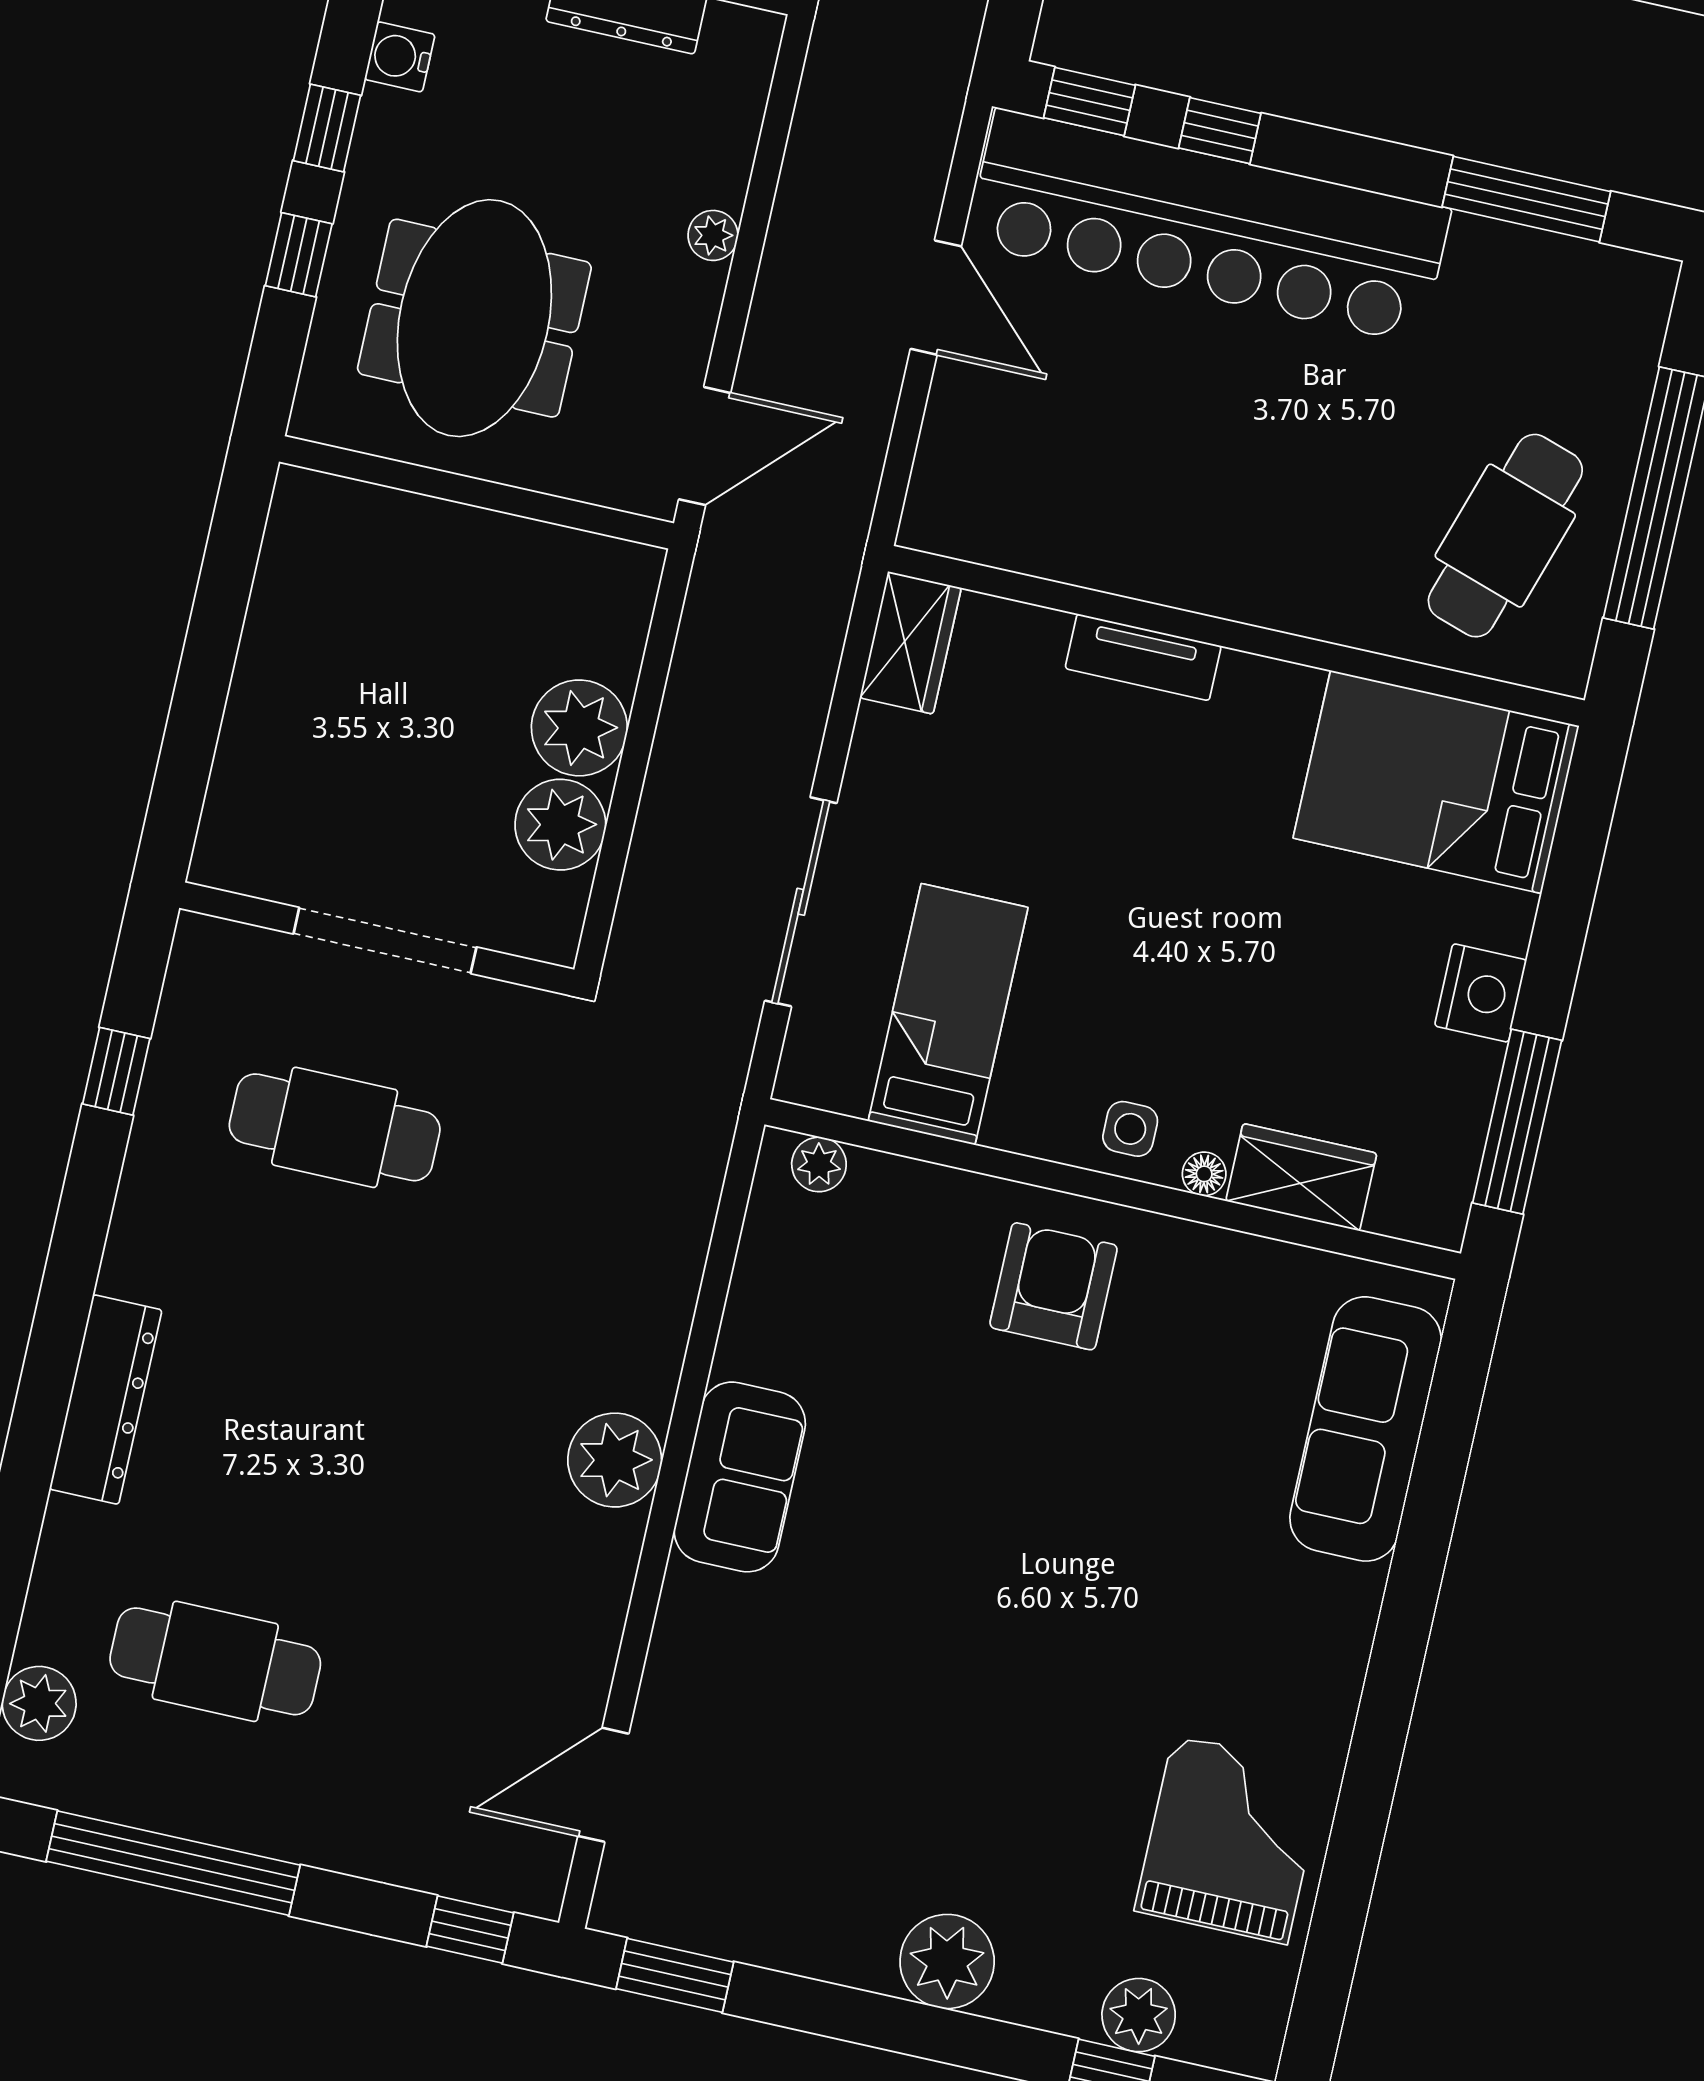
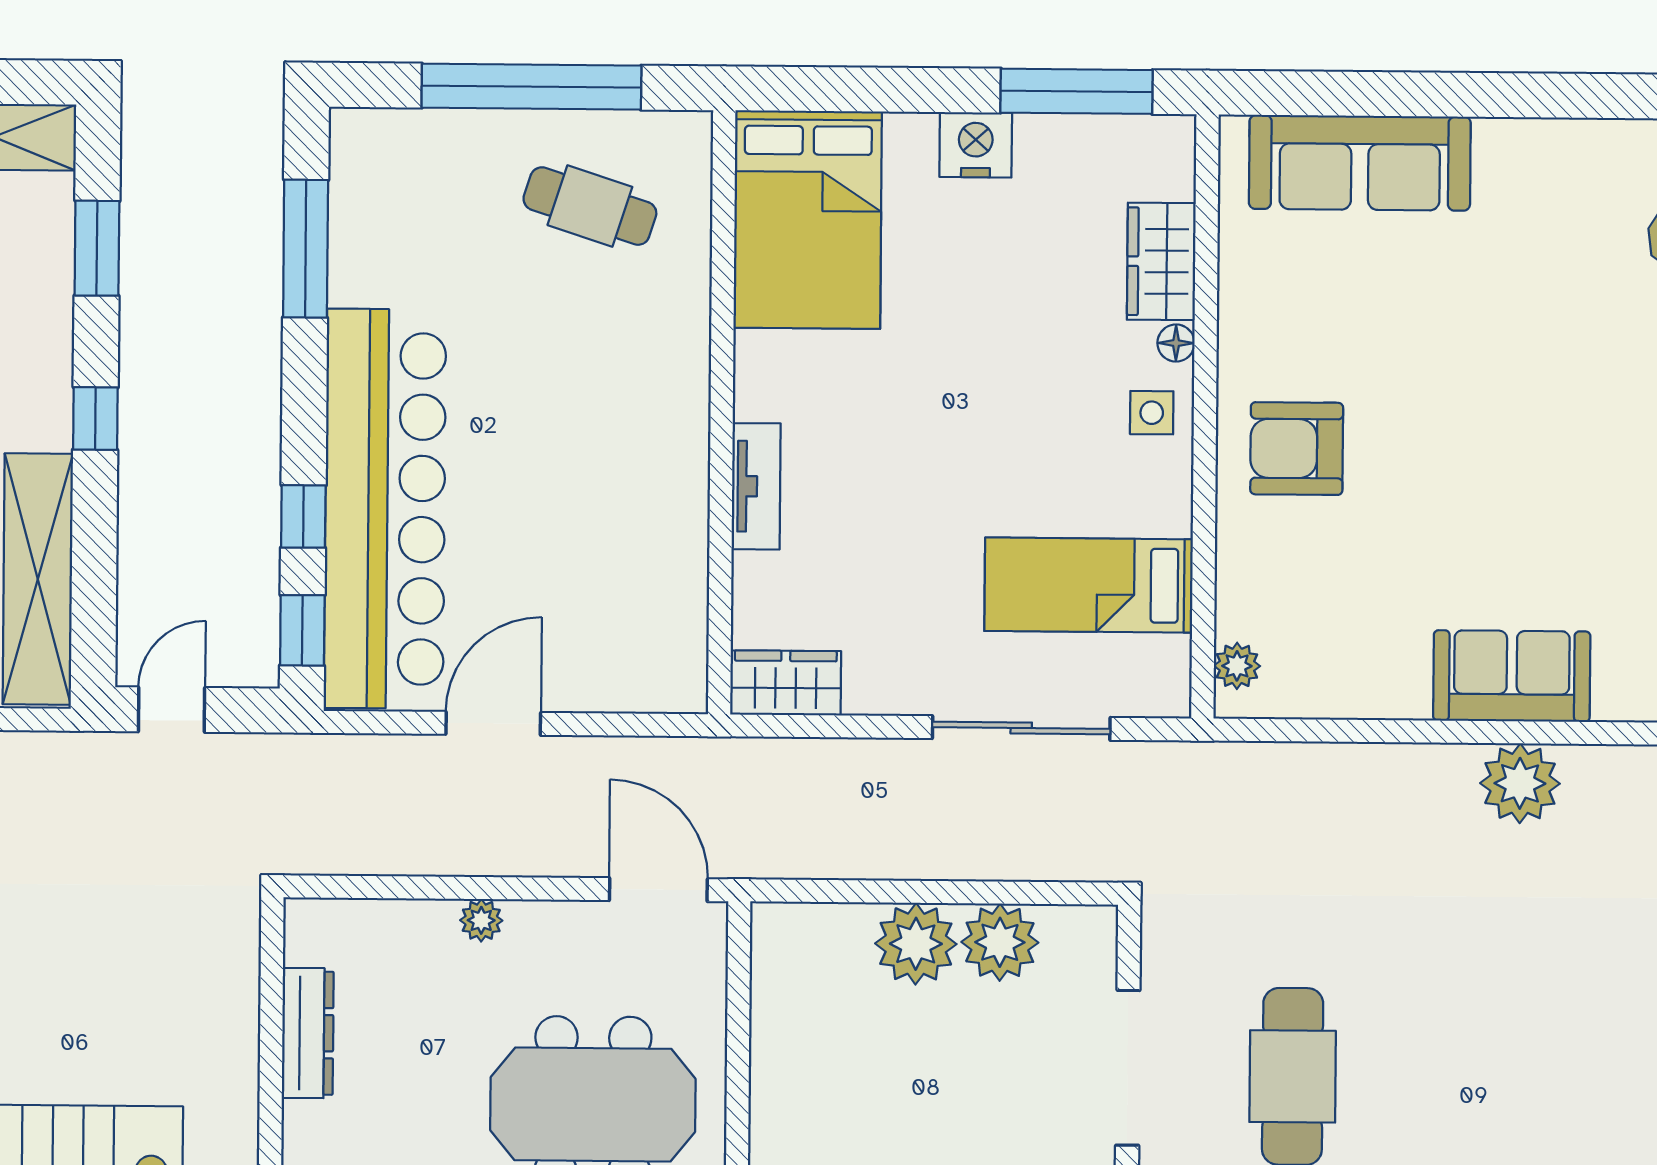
cafe table: (1505, 536) -> (590, 206), width x0.73, depth x0.74

